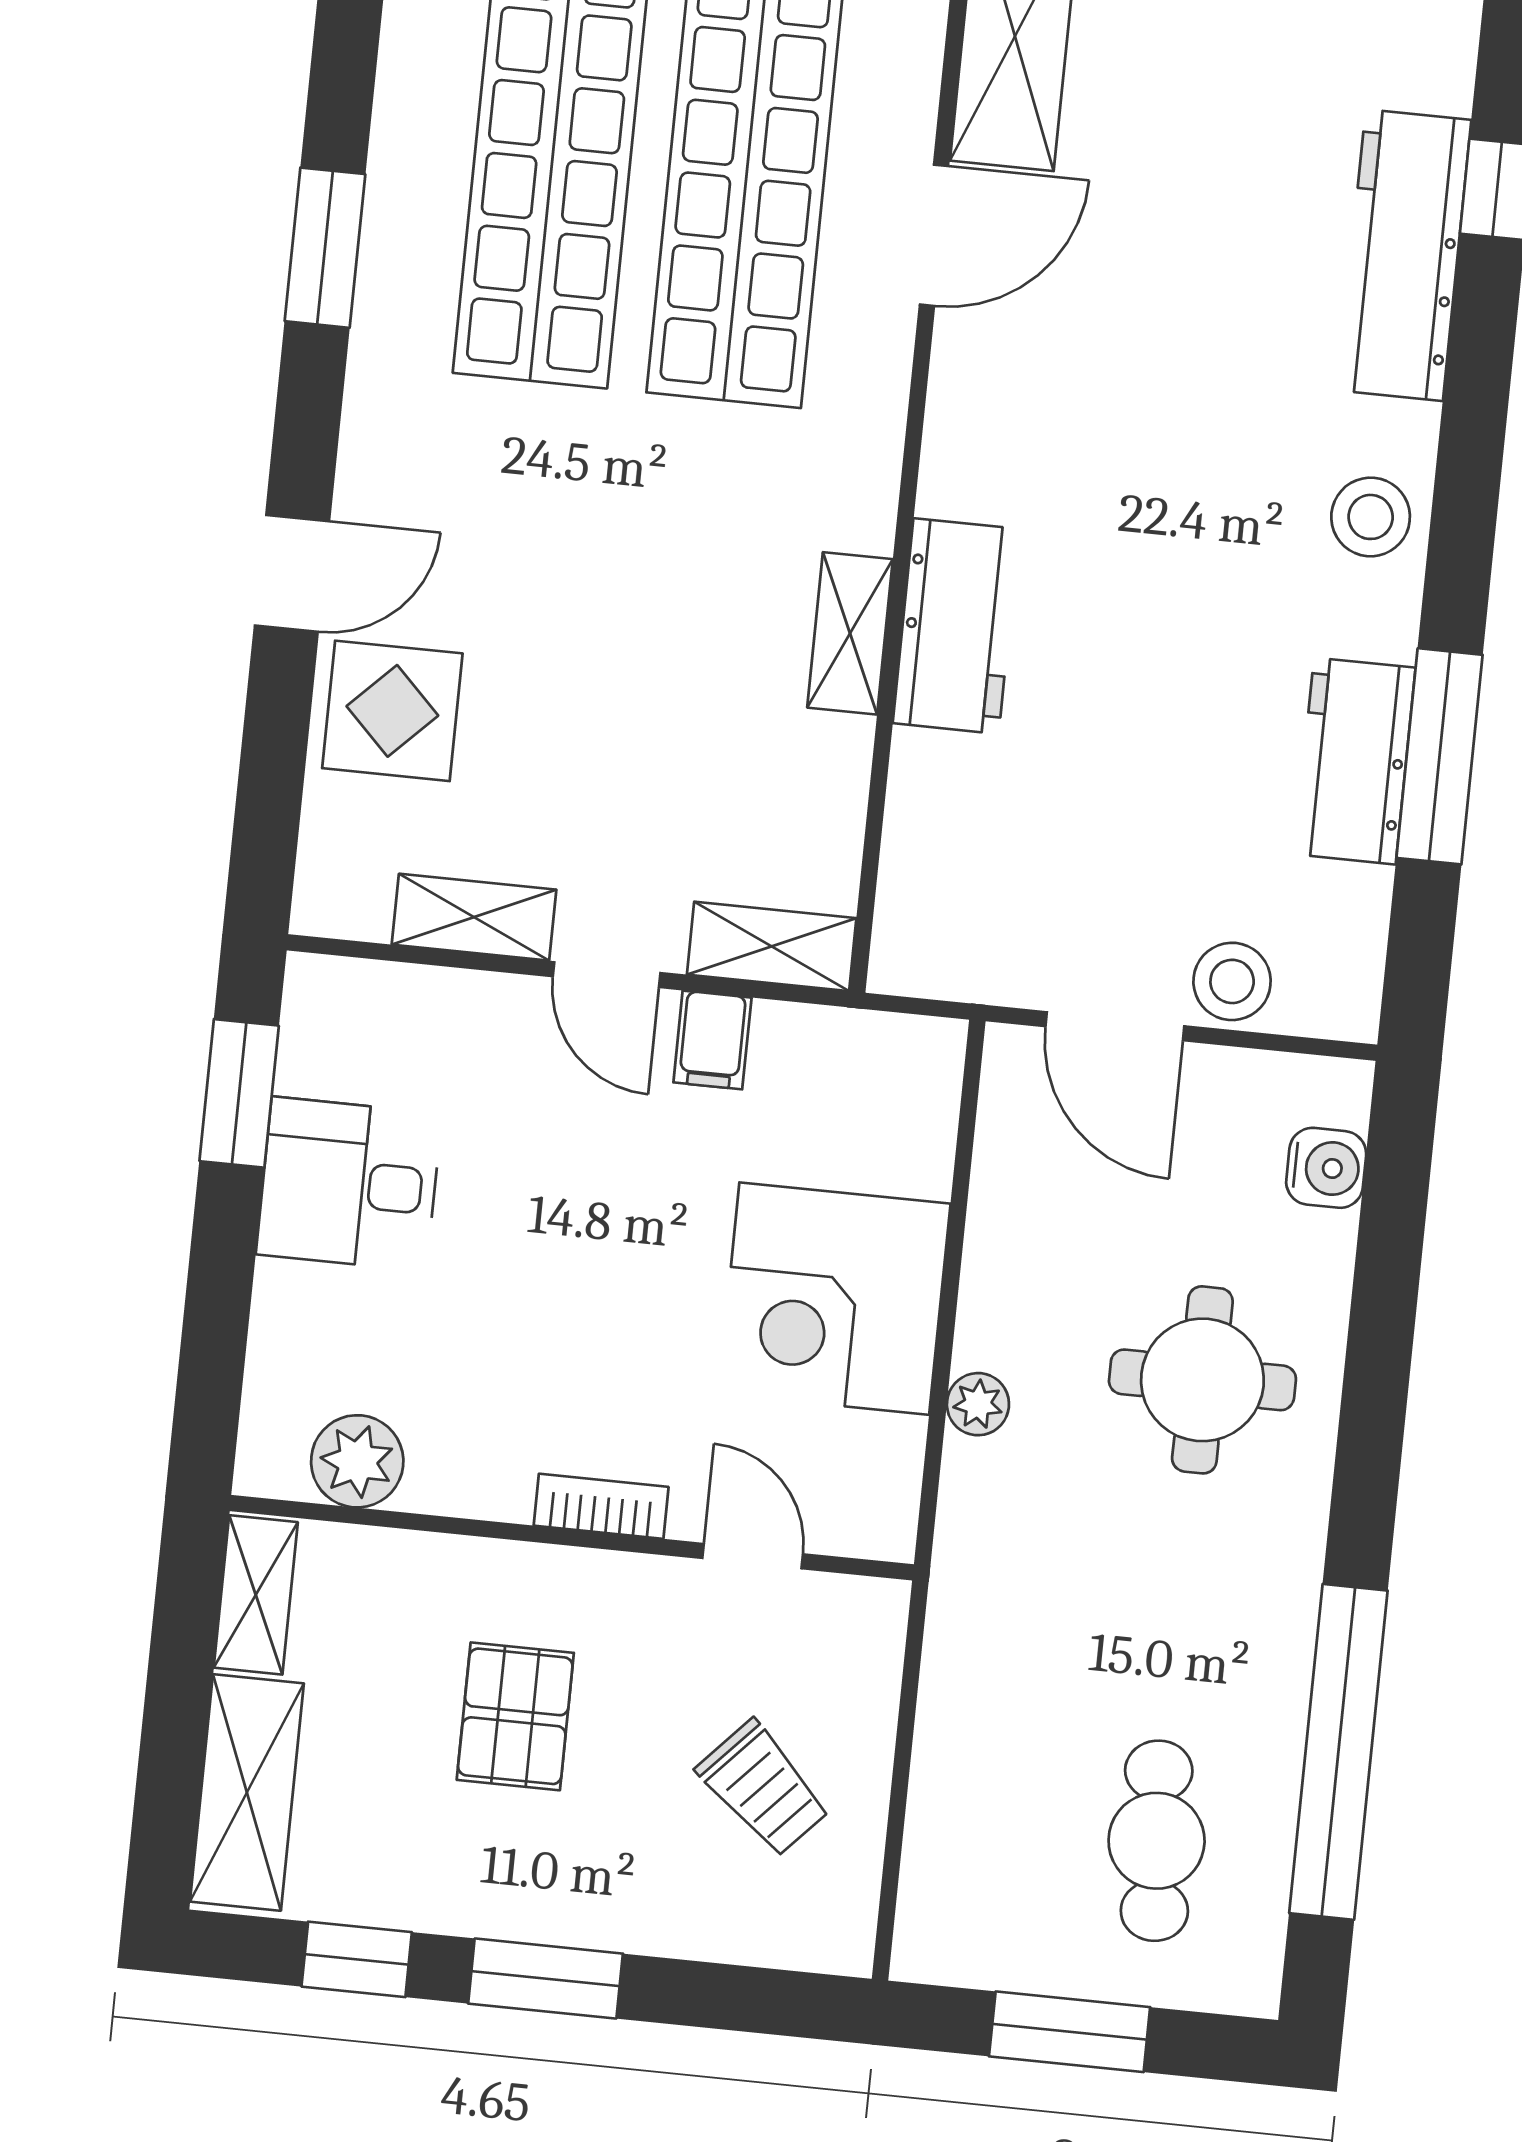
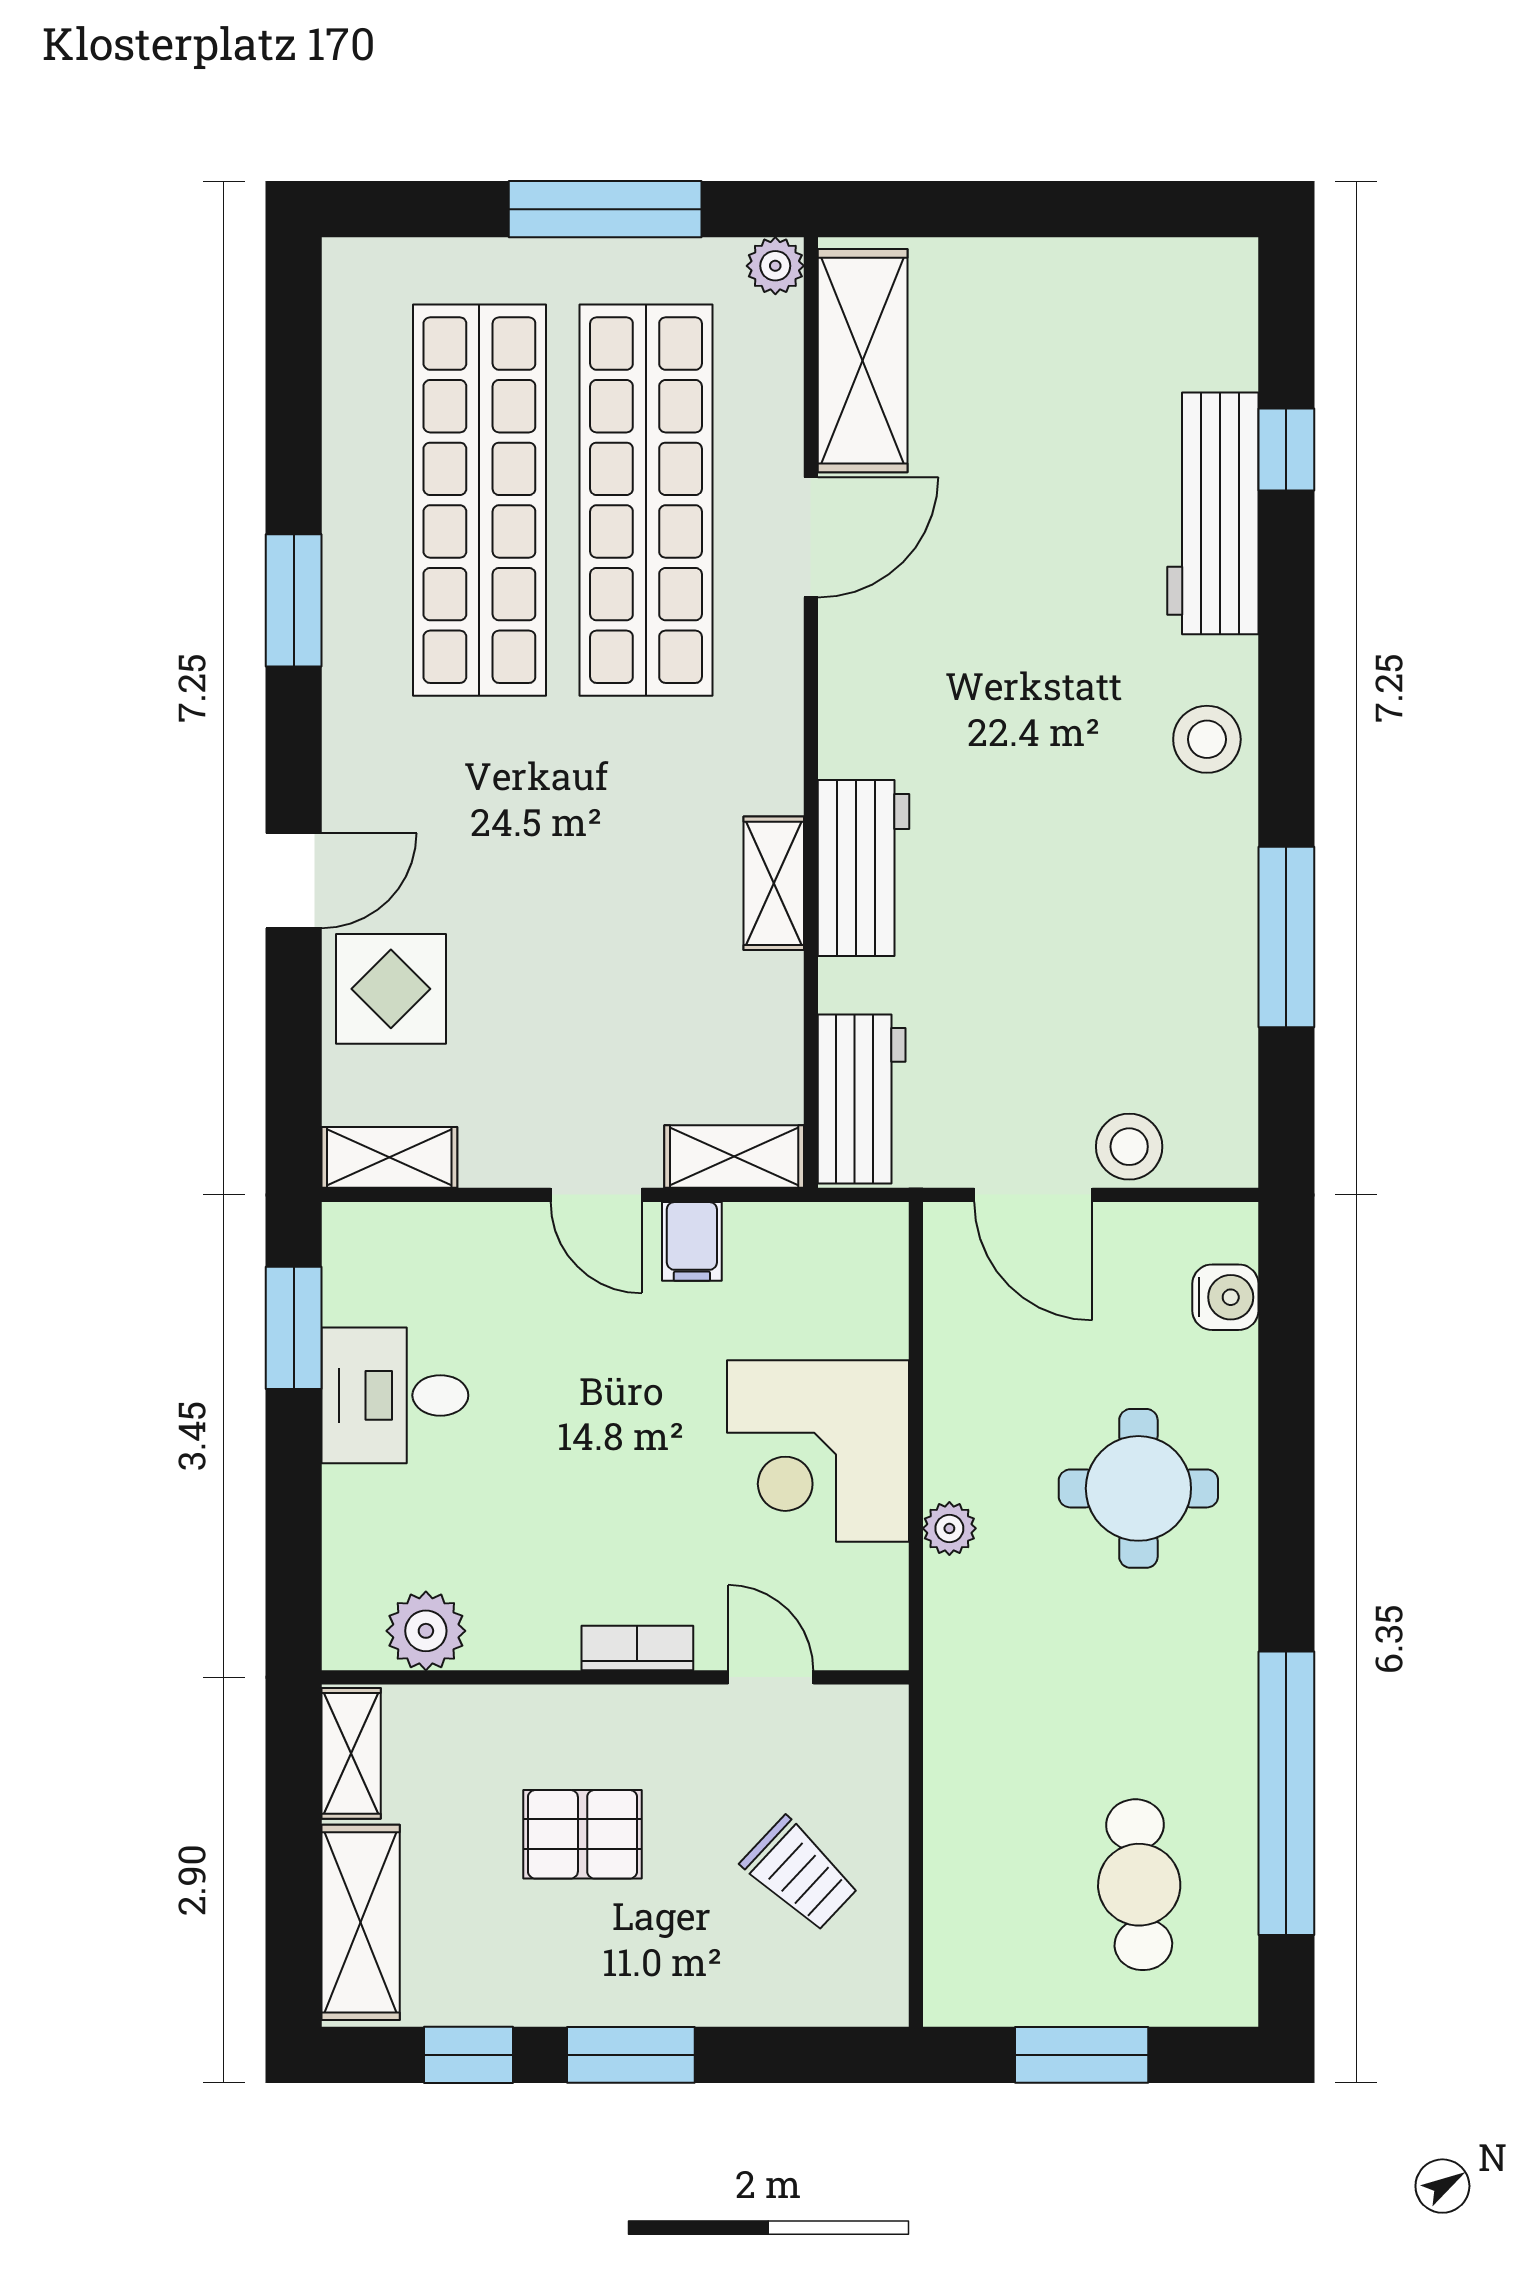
workbench: (1355, 761) -> (862, 1099), moved, turned 180
shelving: (474, 917) -> (389, 1157), moved
pallet: (515, 1716) -> (583, 1834), turned 90

